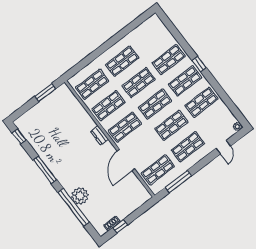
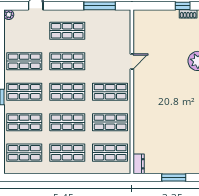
window: (45, 93) -> (174, 177), moved
dresser: (99, 135) -> (139, 164), moved
door: (126, 160) -> (132, 62), width x0.53
shop shelf: (158, 170) -> (24, 153), moved

